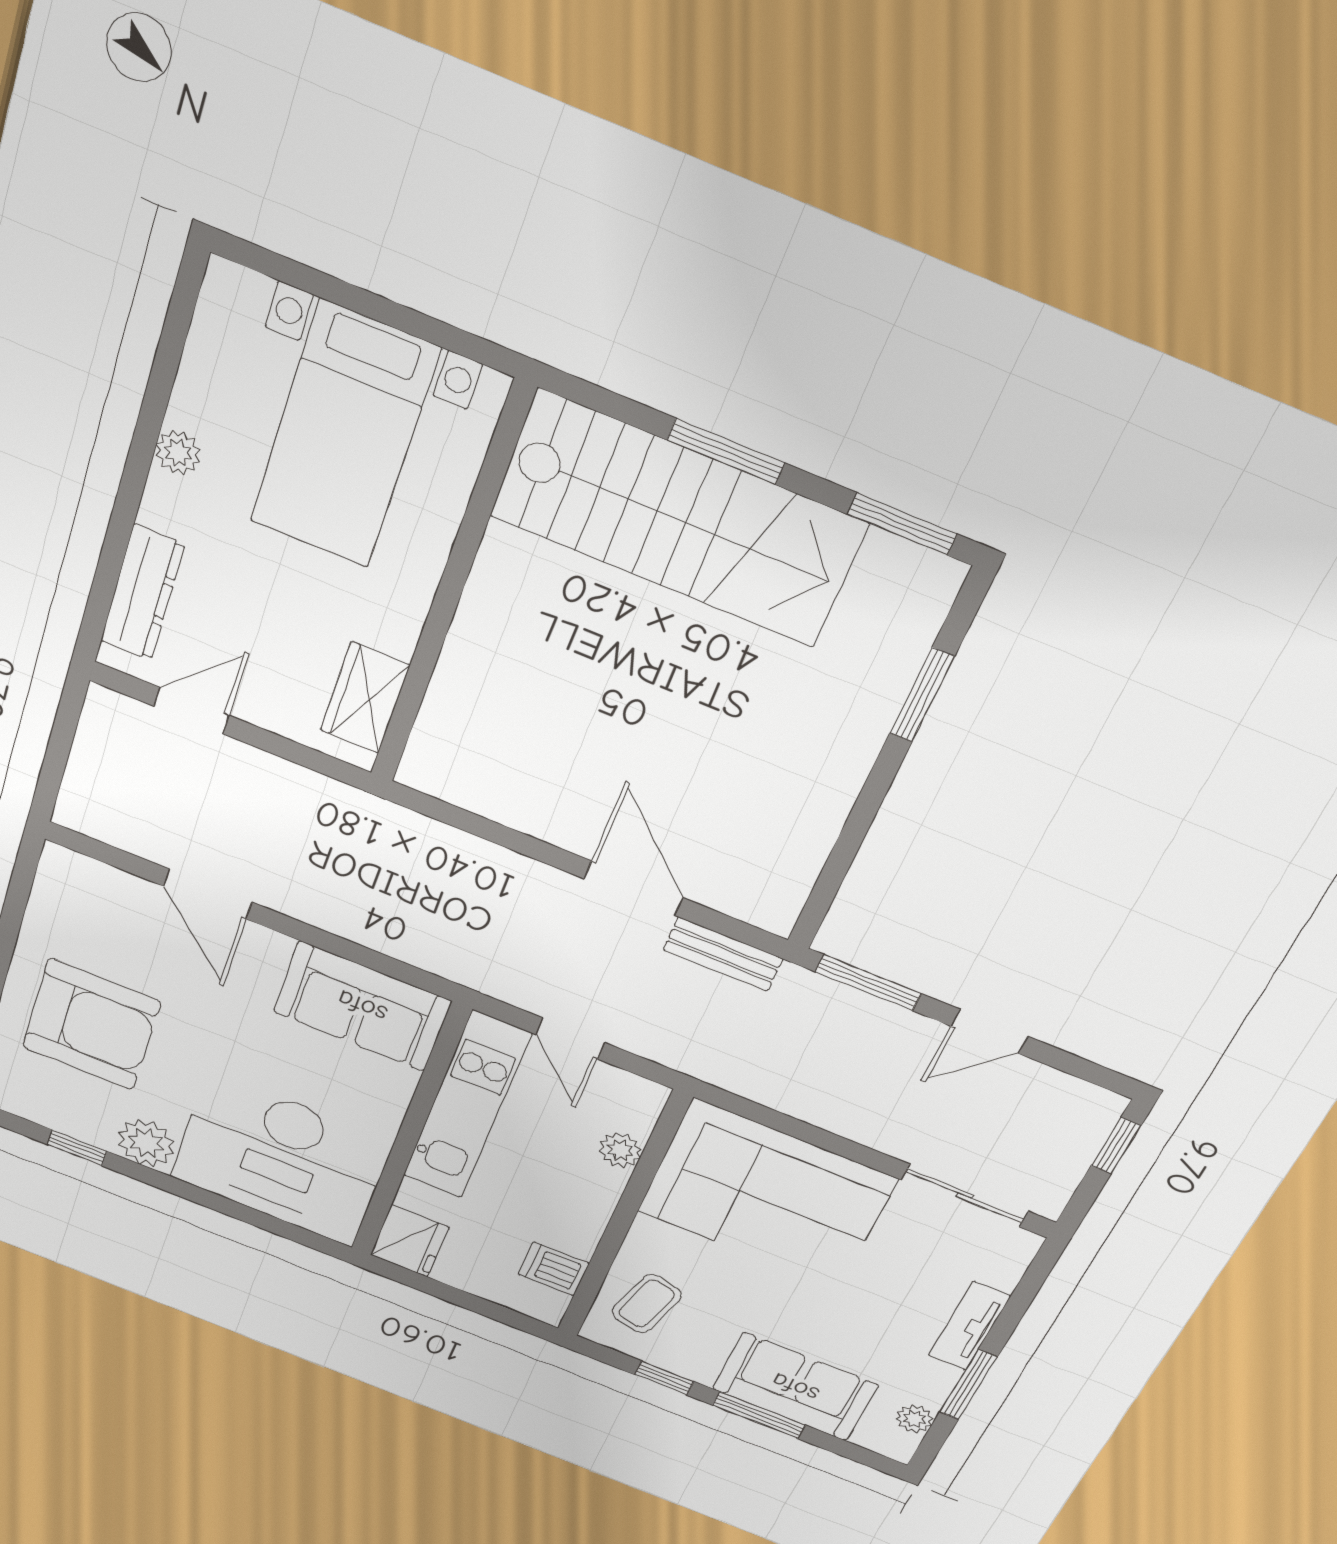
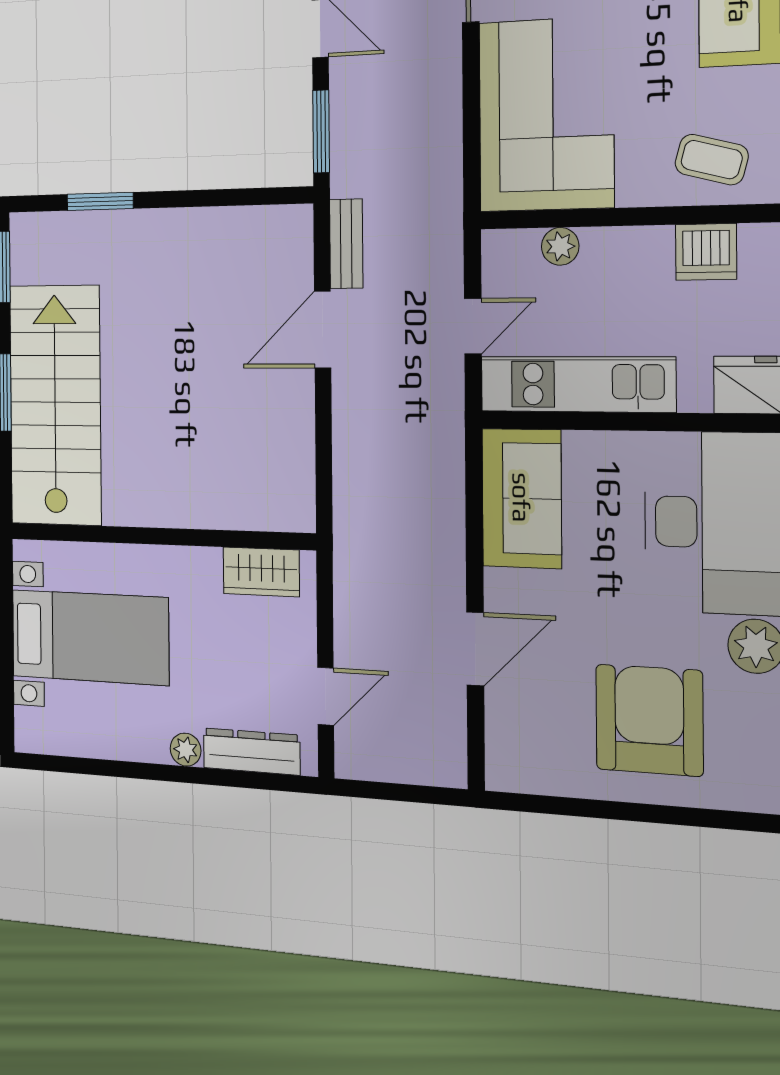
plant: (178, 453) -> (186, 750), moved
door: (192, 711) -> (326, 696), swing flipped
dishwasher: (554, 1269) -> (706, 252), width x1.38

